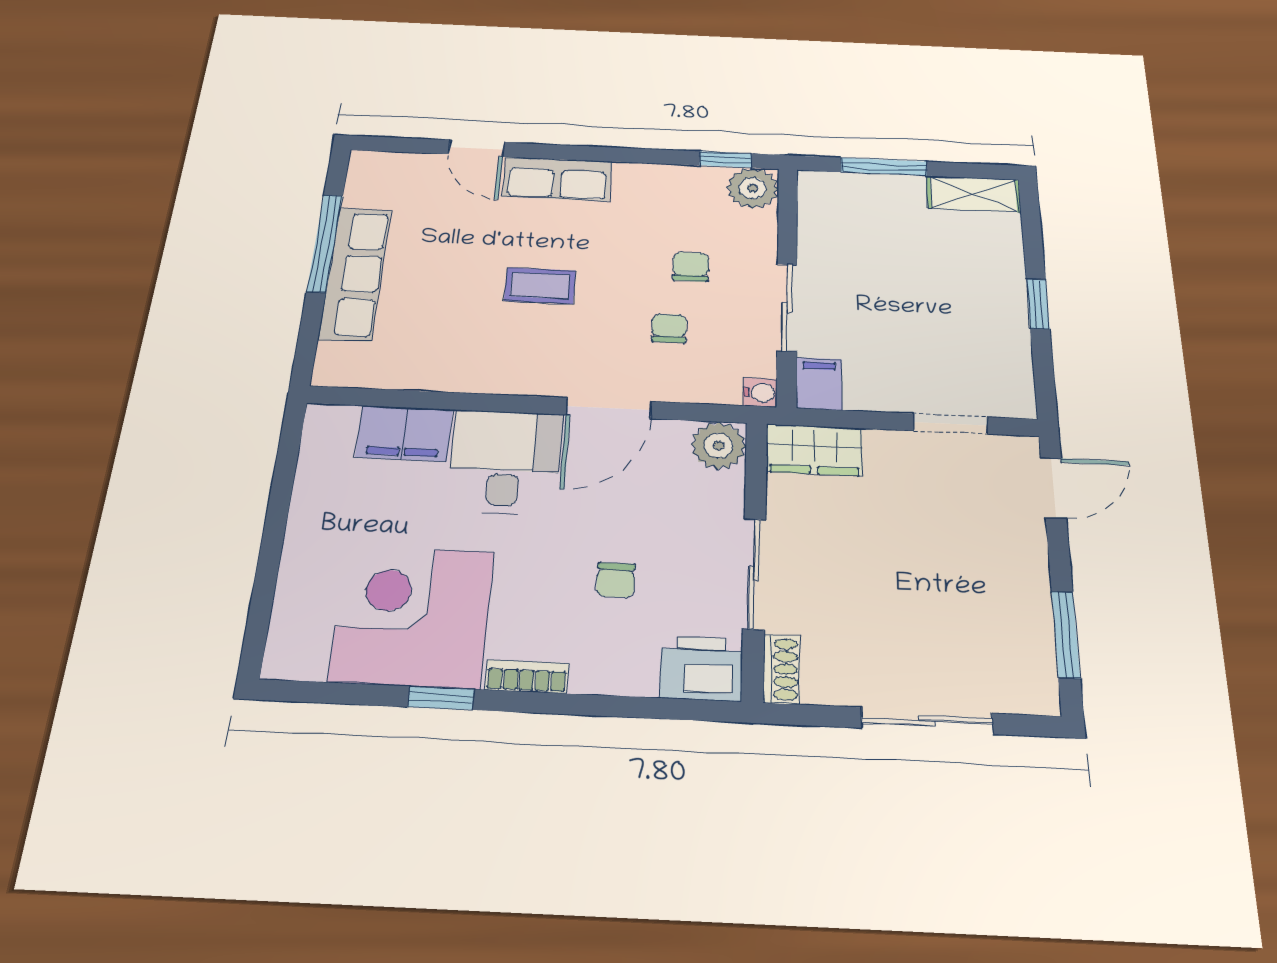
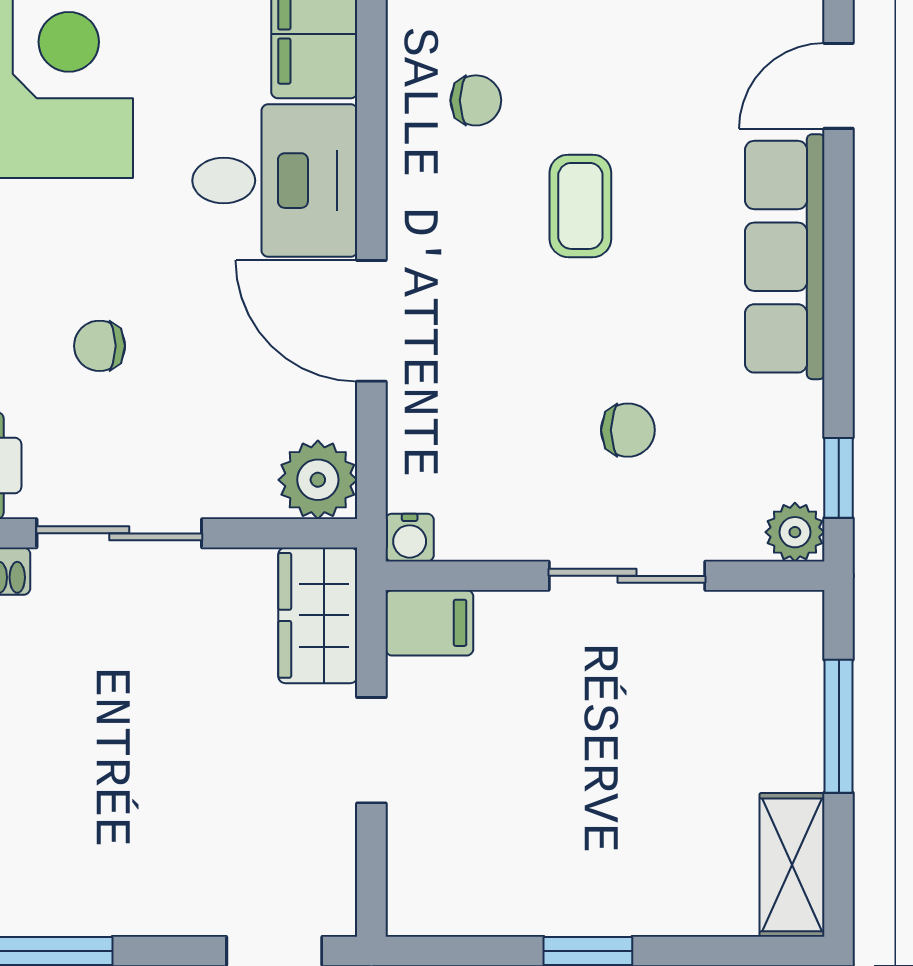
row of seats: (557, 179) -> (785, 257), width x1.48
plant: (753, 188) -> (795, 532), width x0.73, depth x0.73
sliding door: (787, 307) -> (627, 576), moved
chair: (669, 328) -> (476, 100), moved
doorway: (951, 424) -> (371, 750), moved

